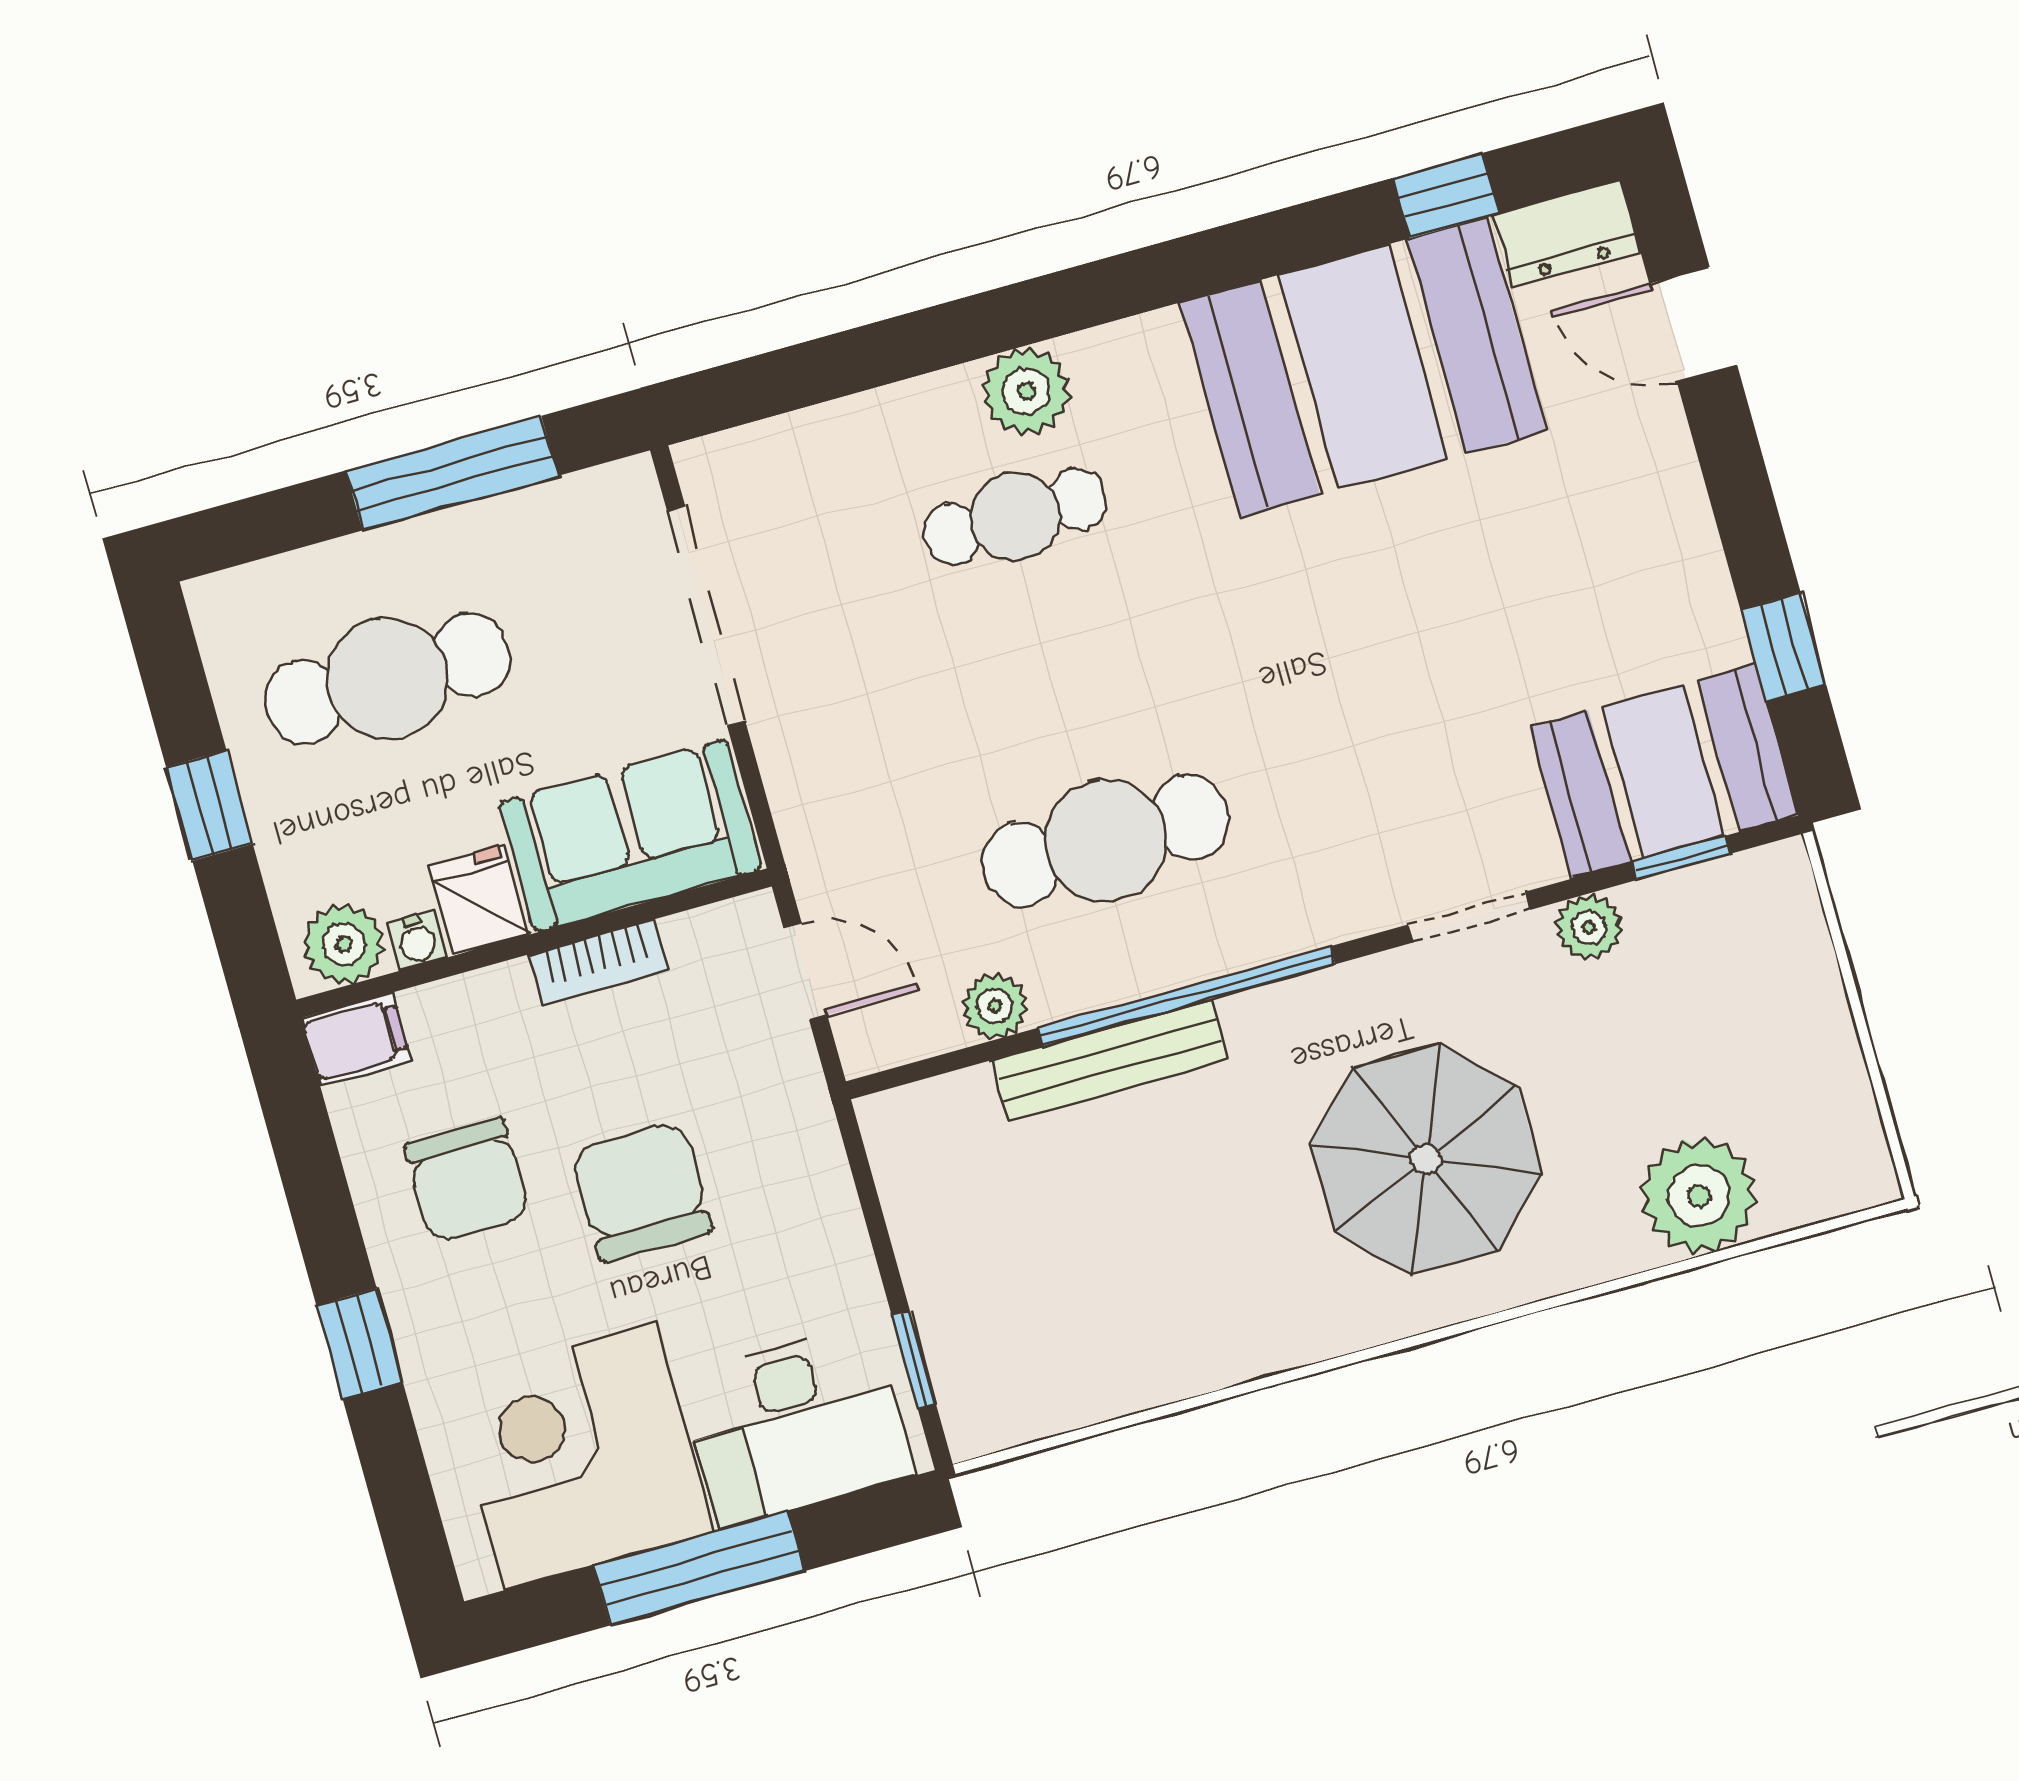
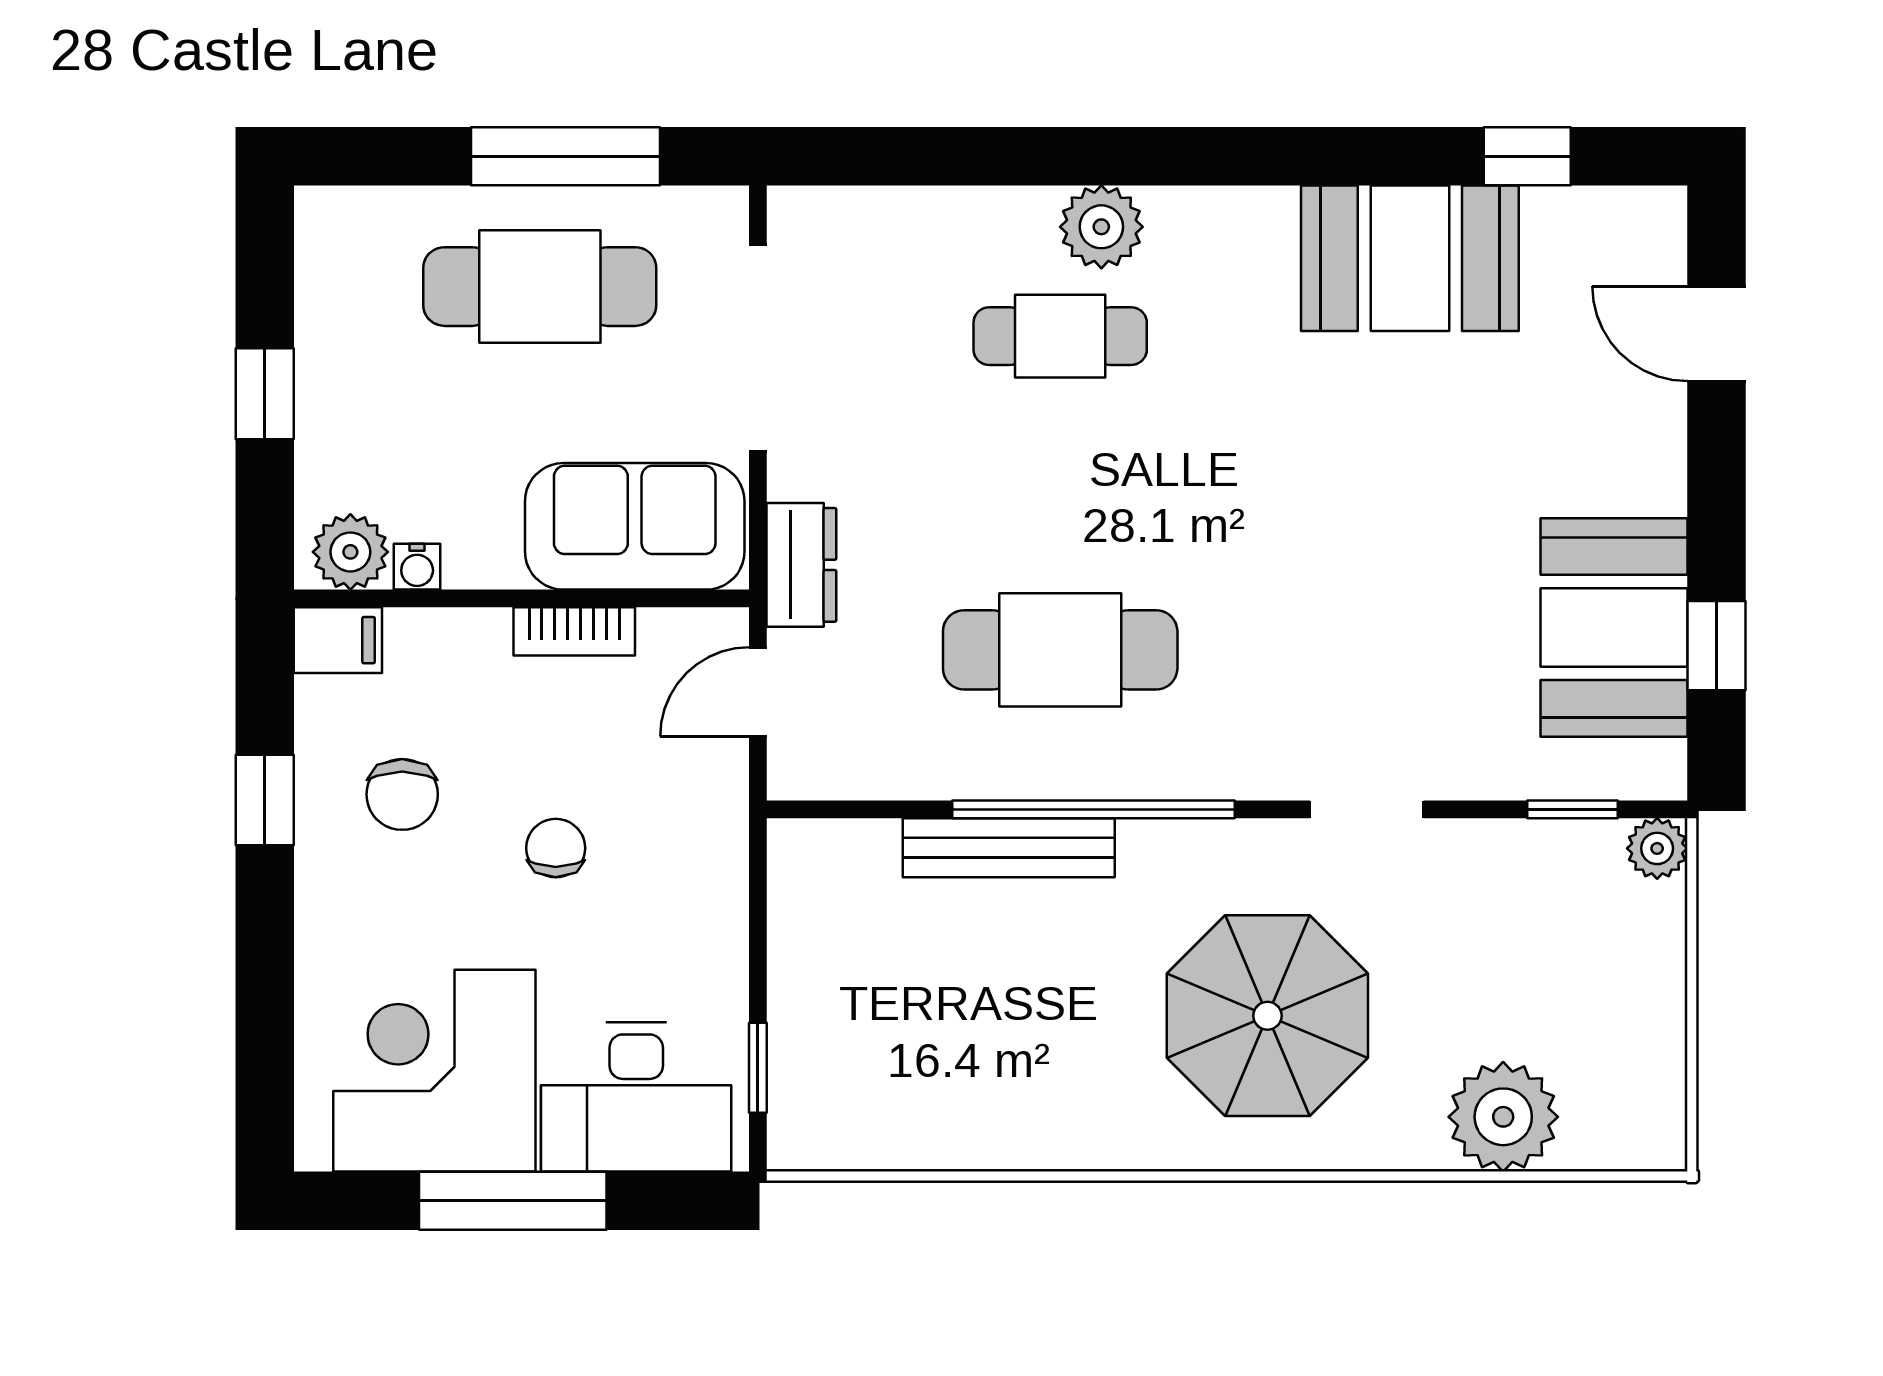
dresser: (1566, 233) -> (801, 565), moved, turned -90
booth: (1363, 367) -> (1410, 258), width x0.73, depth x0.70
cafe table: (387, 678) -> (540, 287), moved
booth: (1664, 771) -> (1614, 627), moved, turned 90
fridge: (479, 900) -> (483, 546), removed
plant: (1589, 927) -> (1657, 848), moved
door: (805, 971) -> (758, 692), swing flipped
plant: (995, 1006) -> (919, 770), removed
chair: (467, 1180) -> (402, 794), width x0.73, depth x0.73
chair: (641, 1191) -> (556, 848), width x0.54, depth x0.54
window: (360, 1344) -> (265, 800), moved

